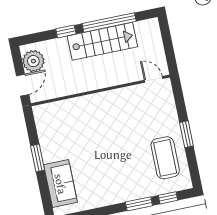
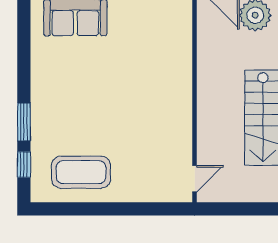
window: (186, 134) -> (108, 209), removed

